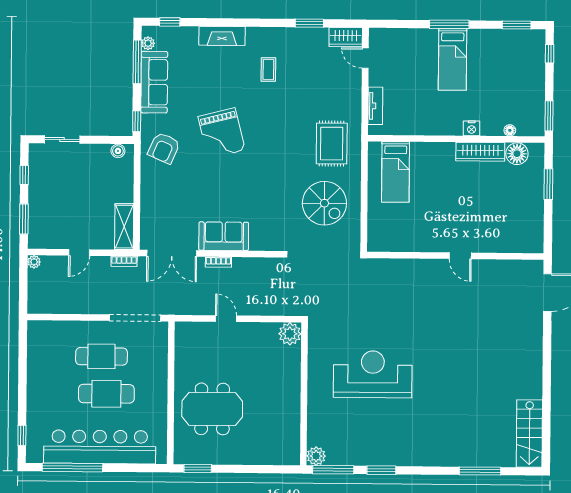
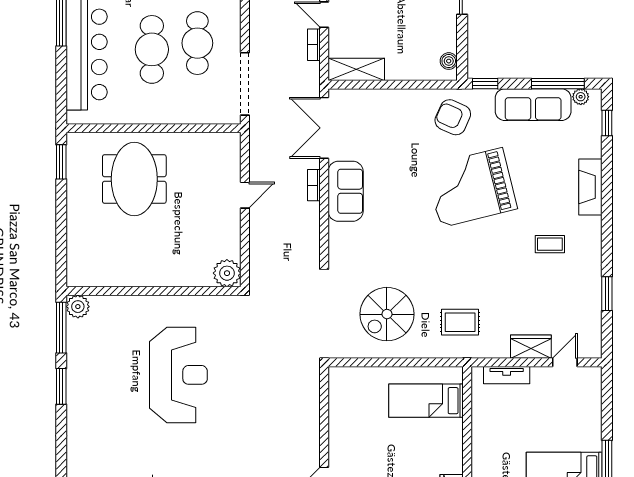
wardrobe: (346, 37) -> (531, 347), moved, turned 90
grand piano: (222, 133) -> (471, 188), width x1.37, depth x1.48
rug: (332, 144) -> (460, 322), width x0.73, depth x0.70
bookcase: (124, 261) -> (314, 45), moved

